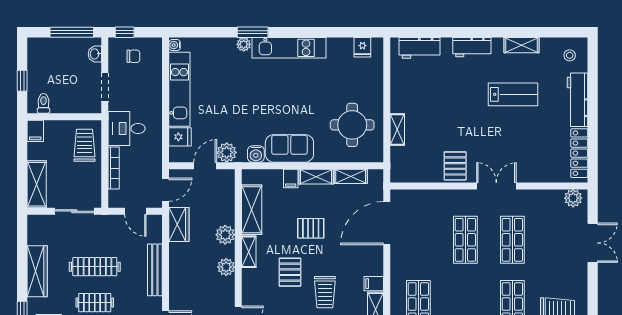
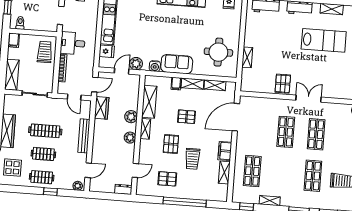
lab bench: (513, 94) -> (324, 40), width x1.36, depth x1.39
filing cabinet: (374, 284) -> (225, 151), width x2.00

